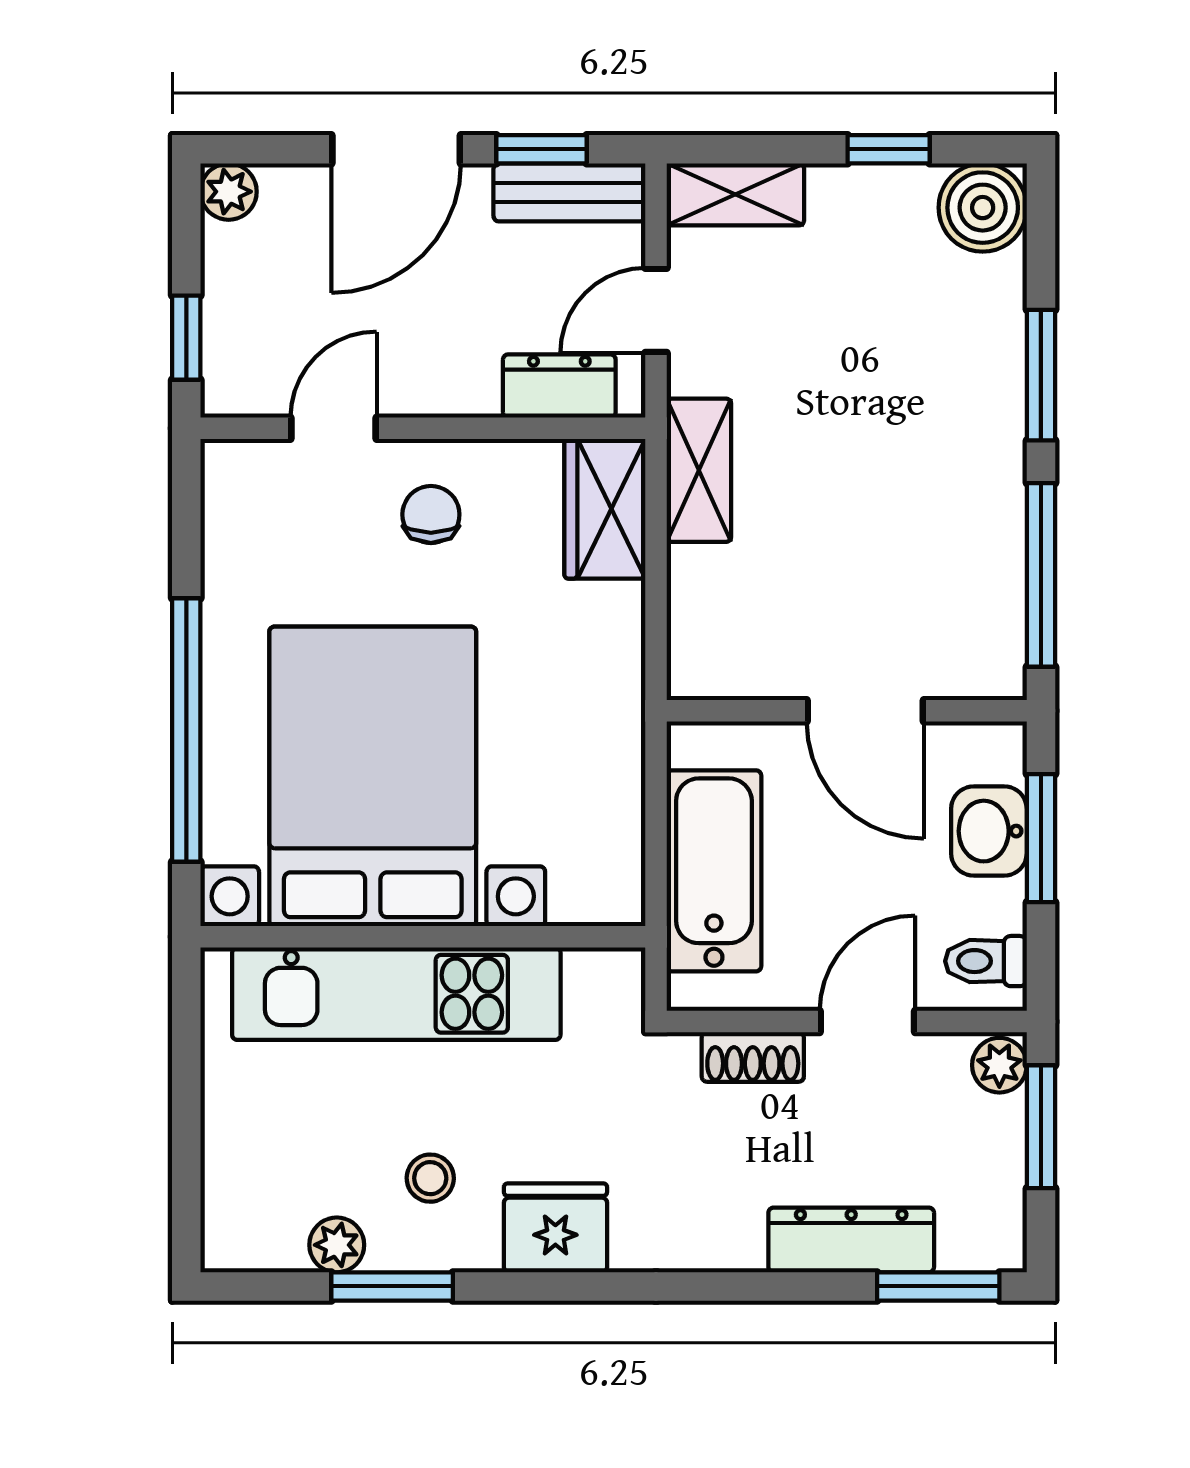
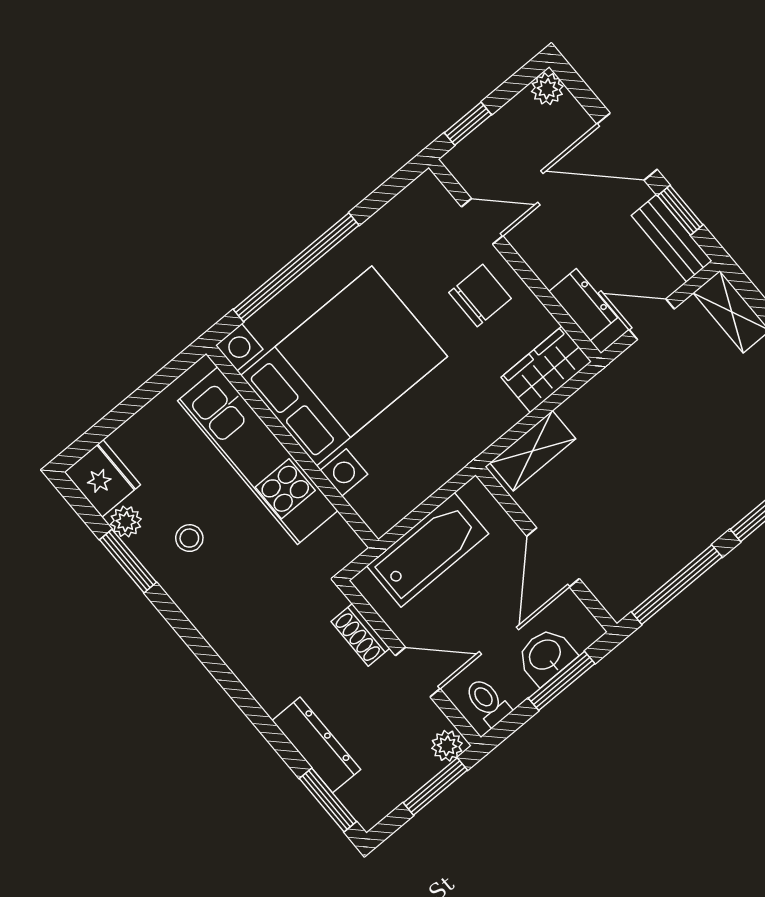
shelving: (699, 470) -> (533, 451), moved
chair: (431, 514) -> (480, 296), width x1.37, depth x1.37
fridge: (555, 1228) -> (102, 478), moved

